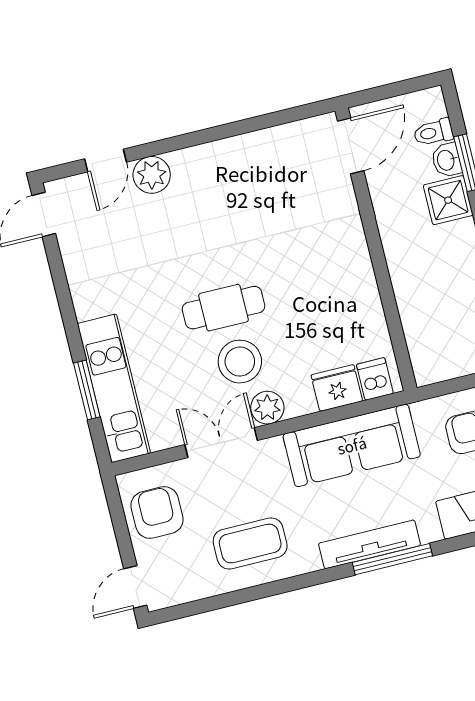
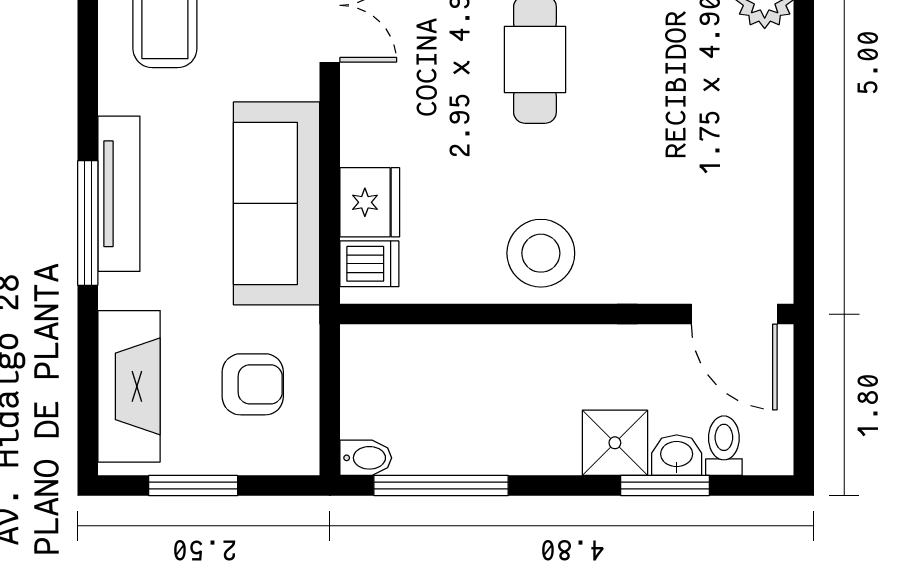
stool: (240, 362) -> (541, 253), moved
plant: (267, 408) -> (366, 89), removed

